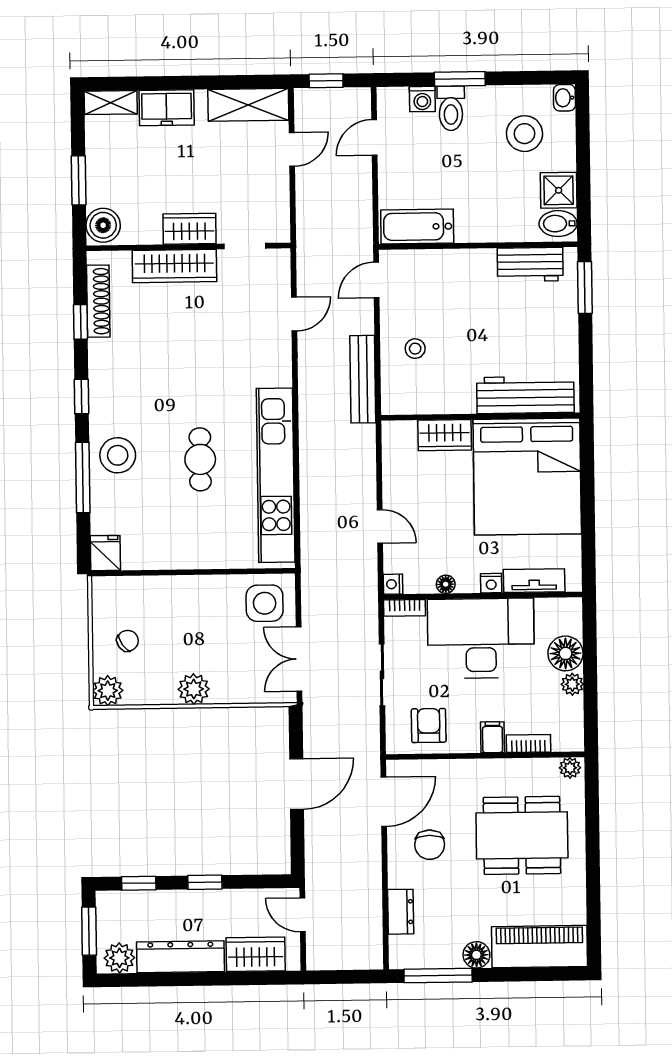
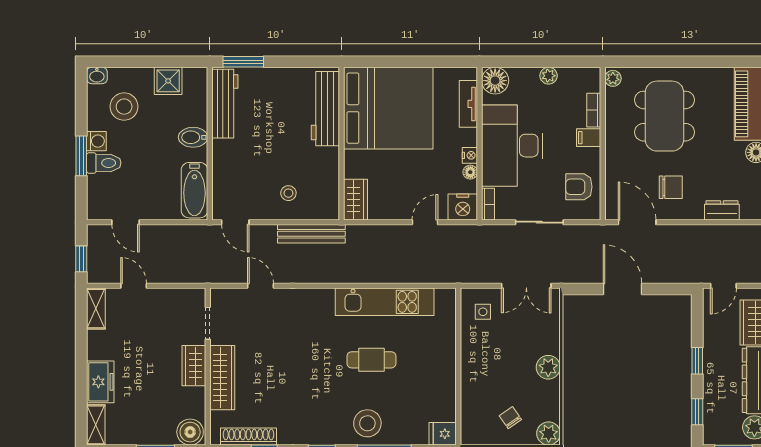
washing machine: (422, 99) -> (96, 141), moved
shelving: (248, 105) -> (96, 309), width x0.67, depth x0.75
bidet: (558, 224) -> (193, 137), moved, turned 90
workbench: (530, 264) -> (225, 104), width x1.38
wardrobe: (445, 435) -> (355, 200), moved
kitchen unit: (276, 475) -> (385, 302), width x0.73
nightstand: (491, 583) -> (470, 155), moved
nightstand: (393, 584) -> (463, 207), width x1.89, depth x1.79
side table: (265, 603) -> (483, 312), width x0.54, depth x0.54
floor lamp: (566, 653) -> (495, 81), moved

